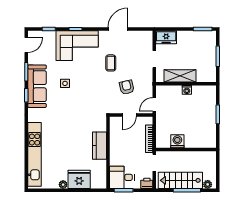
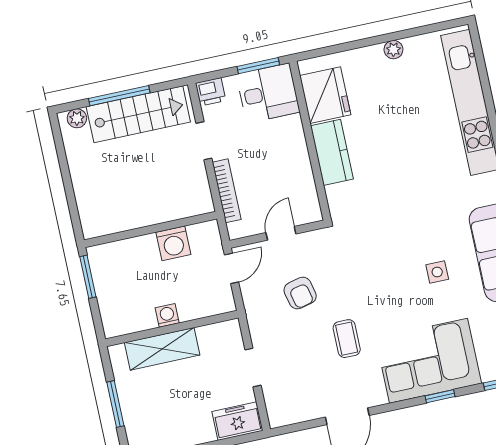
shelving: (180, 76) -> (162, 349), moved
washing machine: (177, 141) -> (173, 243), moved
wall: (186, 149) -> (150, 229), moved
fridge: (79, 179) -> (325, 95), moved, turned -90

